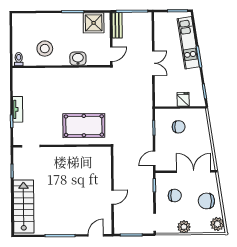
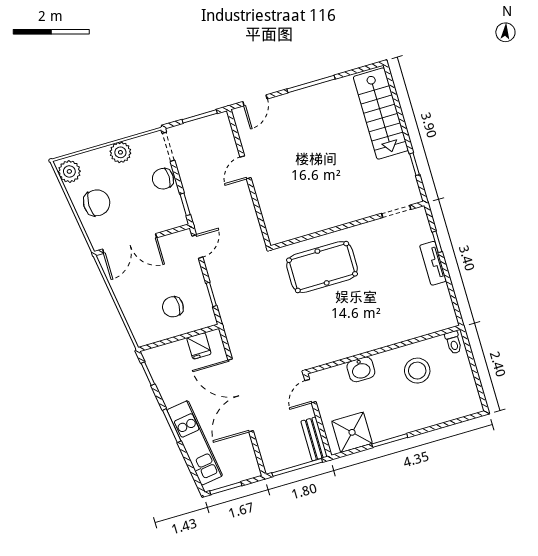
double door: (153, 63) -> (241, 395), width x1.87
fridge: (183, 99) -> (199, 346), moved
chair: (175, 196) -> (163, 179), moved

